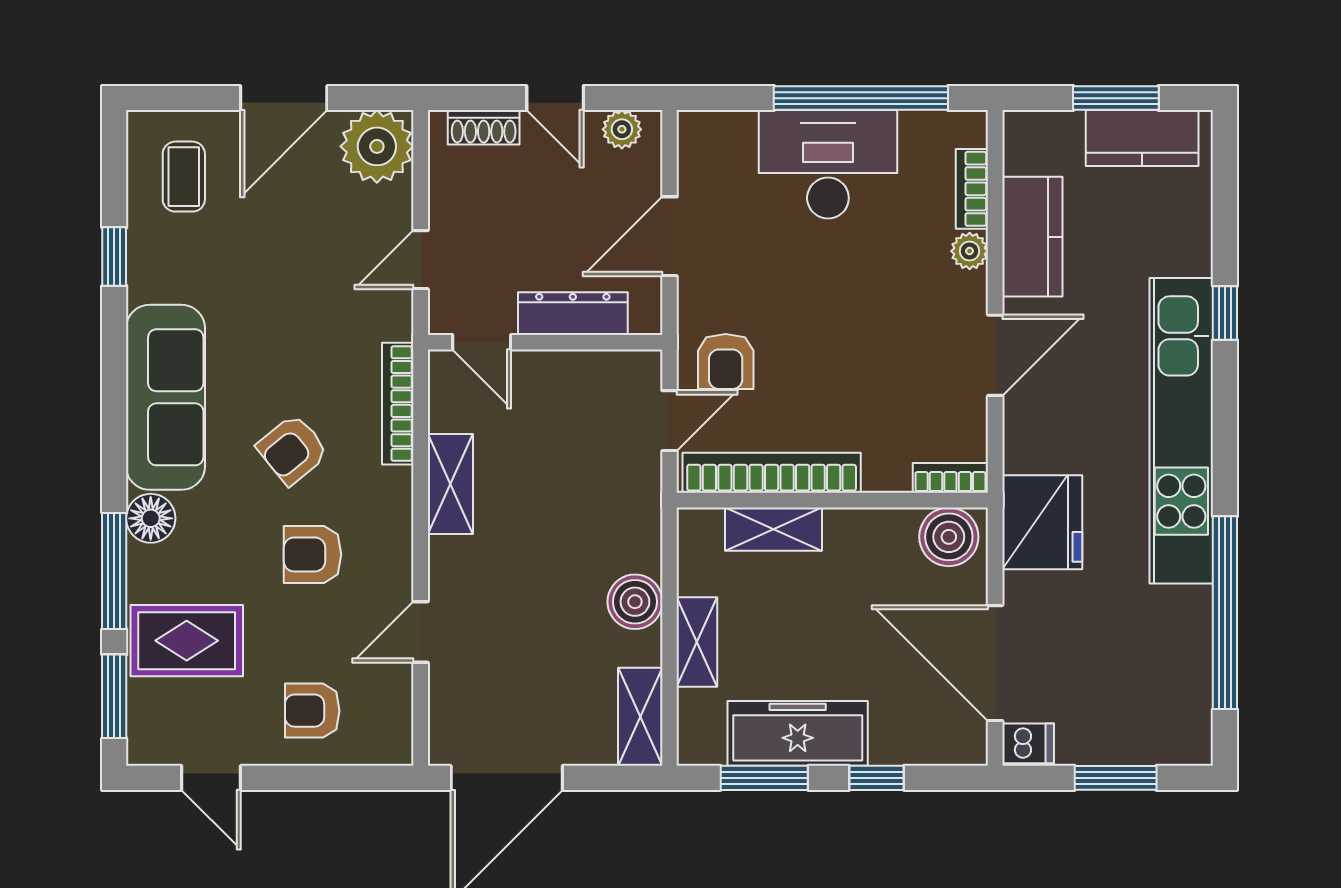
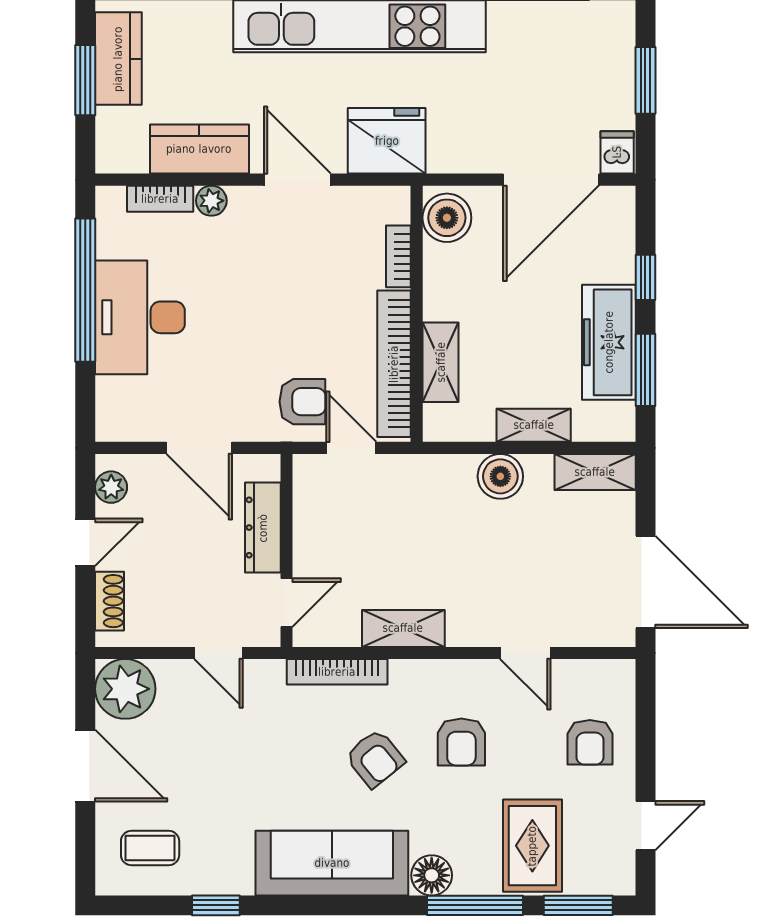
bookcase: (950, 478) -> (398, 256), moved
fridge: (1042, 522) -> (387, 141), moved

